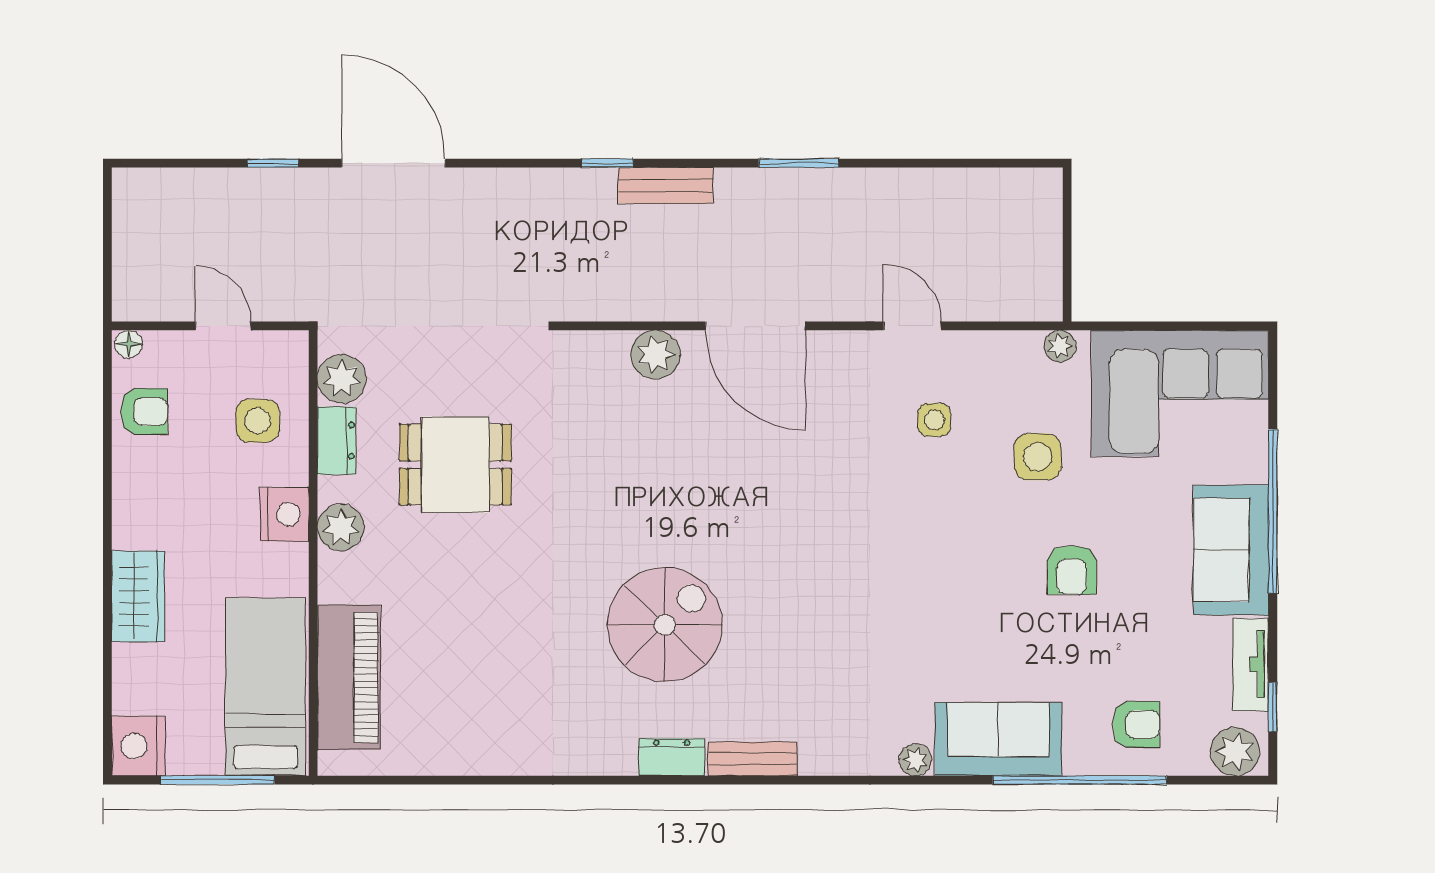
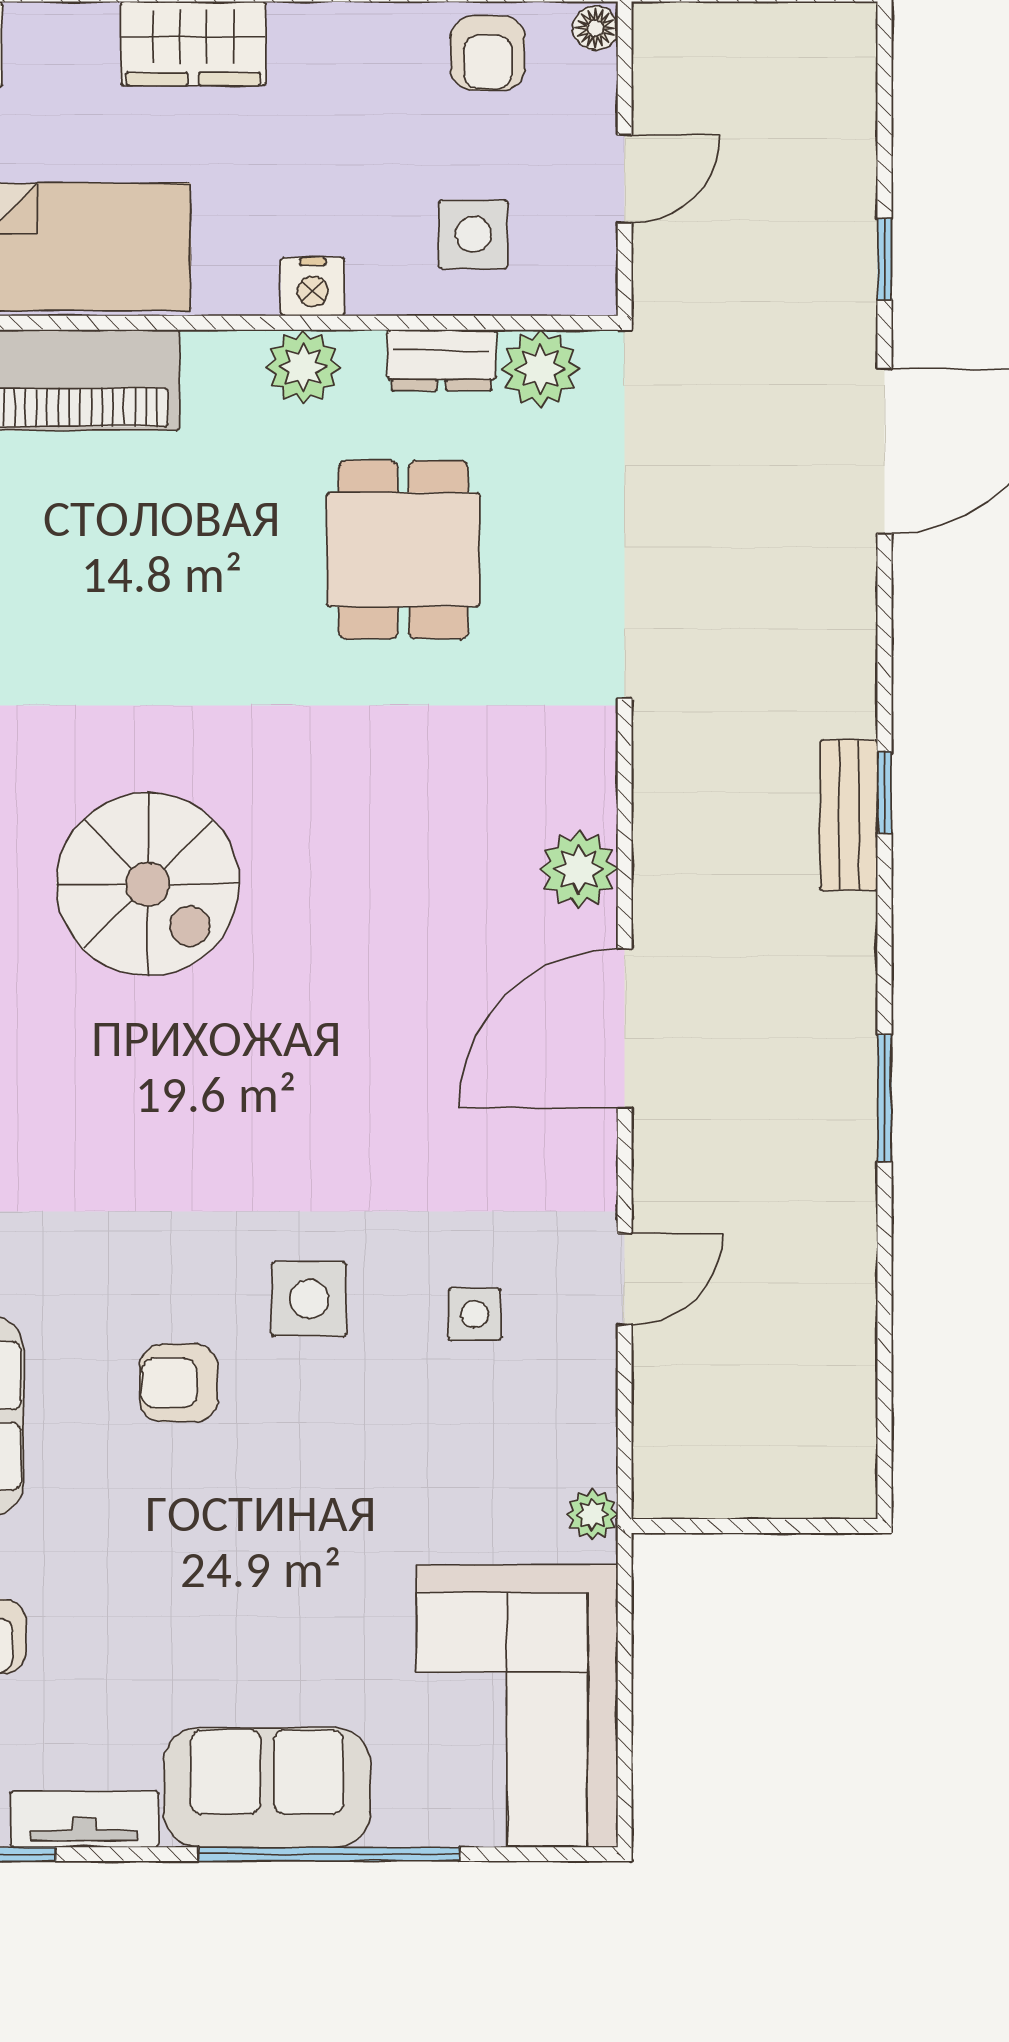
bench: (665, 185) -> (849, 815), moved
side table: (1038, 457) -> (309, 1299), moved
nightstand: (285, 514) -> (313, 287), width x0.74, depth x0.75
armchair: (1072, 570) -> (179, 1383), moved

